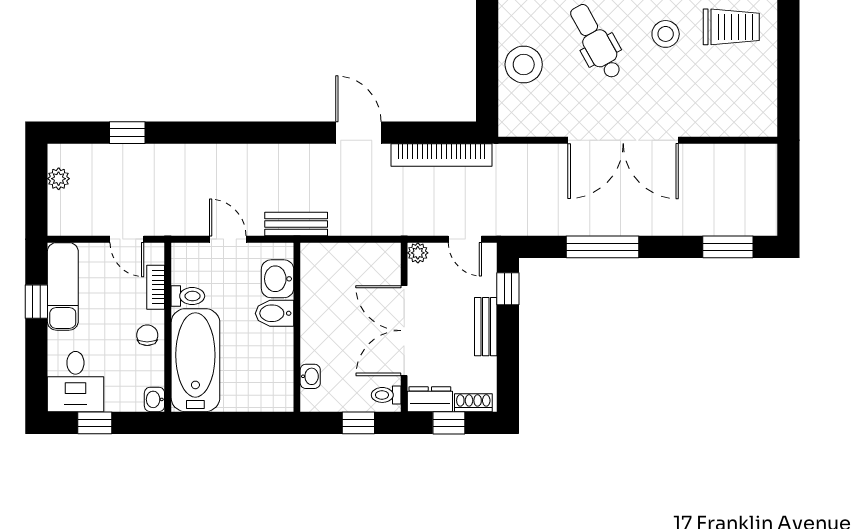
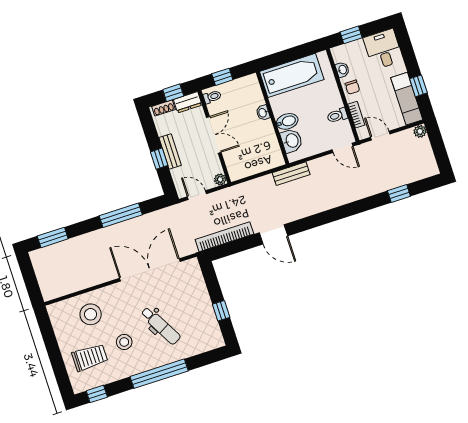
trolley: (731, 27) -> (90, 357), turned 180
window: (487, 34) -> (221, 311), added
stool: (524, 64) -> (91, 314), moved
double door: (623, 140) -> (150, 270), moved
plant: (59, 179) -> (420, 131), moved
door: (228, 239) -> (342, 148), moved
window: (508, 289) -> (159, 159), moved
double door: (404, 331) -> (214, 135), width x0.73
bathtub: (195, 360) -> (292, 75), moved, turned -90
washbasin: (310, 376) -> (263, 113), moved
washbasin: (154, 399) -> (342, 70), moved
window: (95, 423) -> (351, 35), moved

